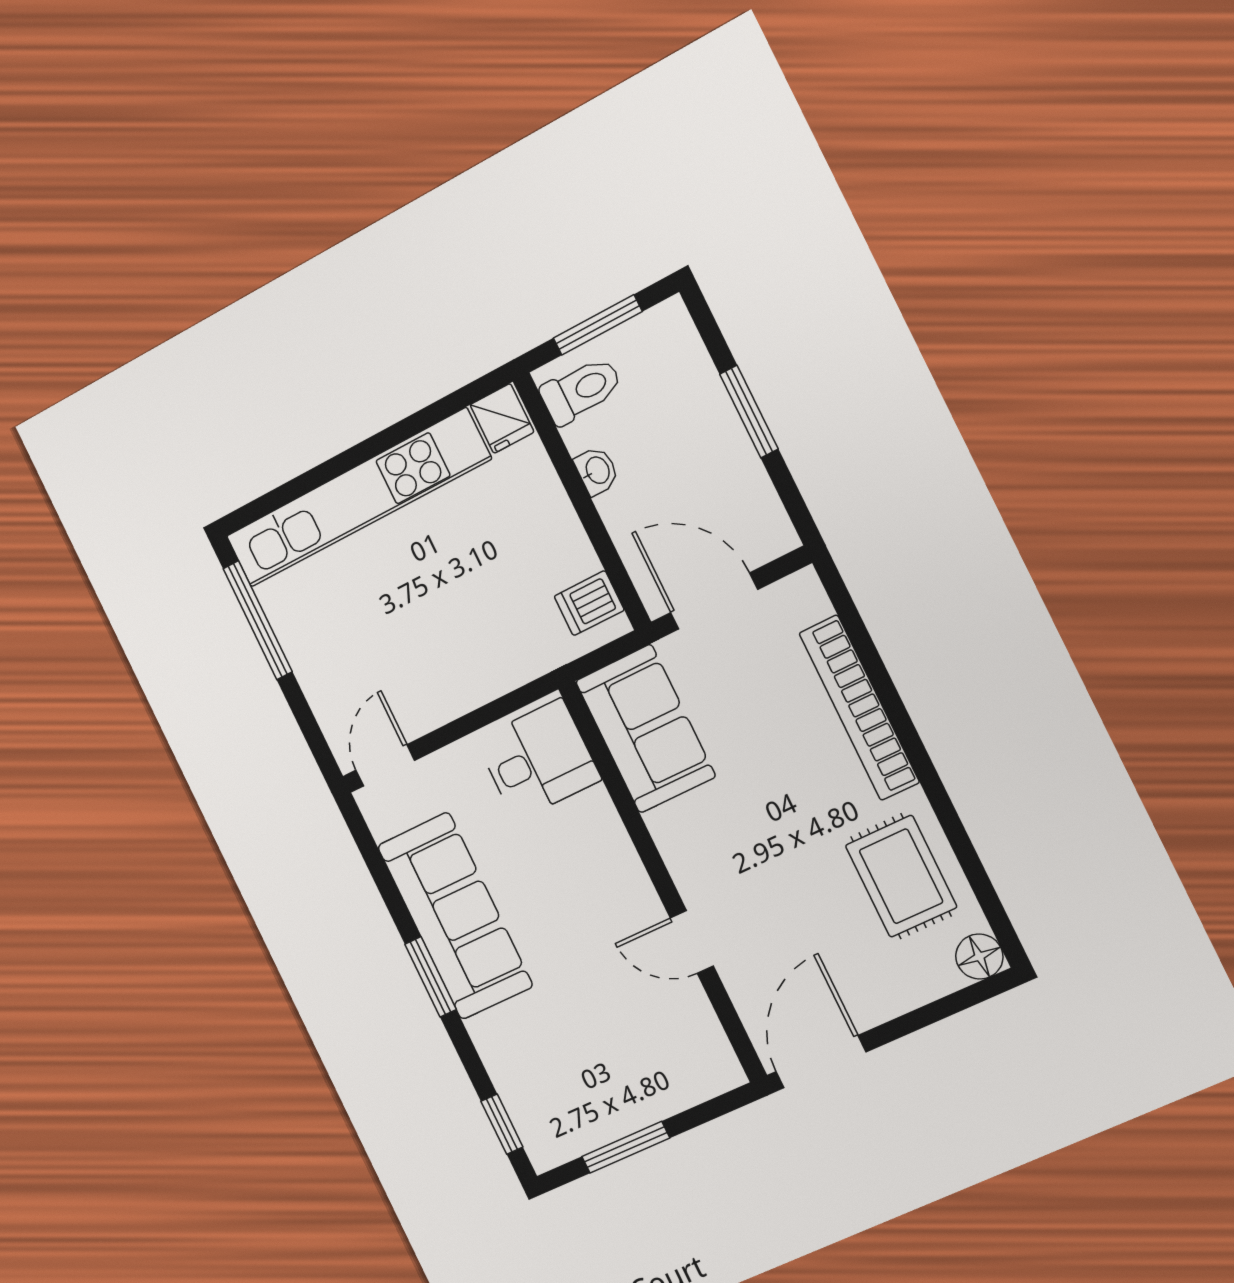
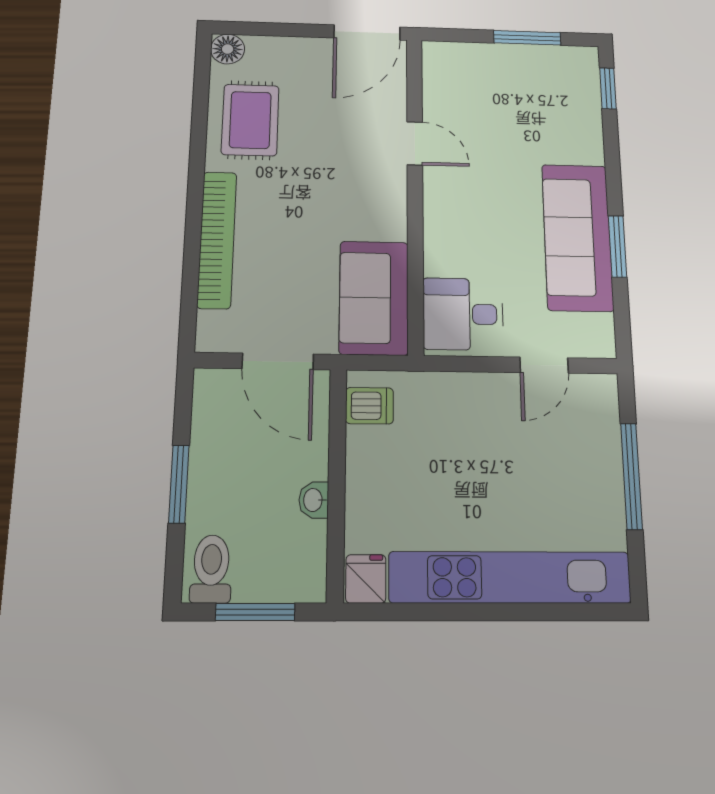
toilet: (581, 390) -> (211, 569), moved, turned 90
window: (258, 620) -> (631, 476), moved
door: (385, 765) -> (544, 365), moved
window: (431, 977) -> (618, 246), moved

